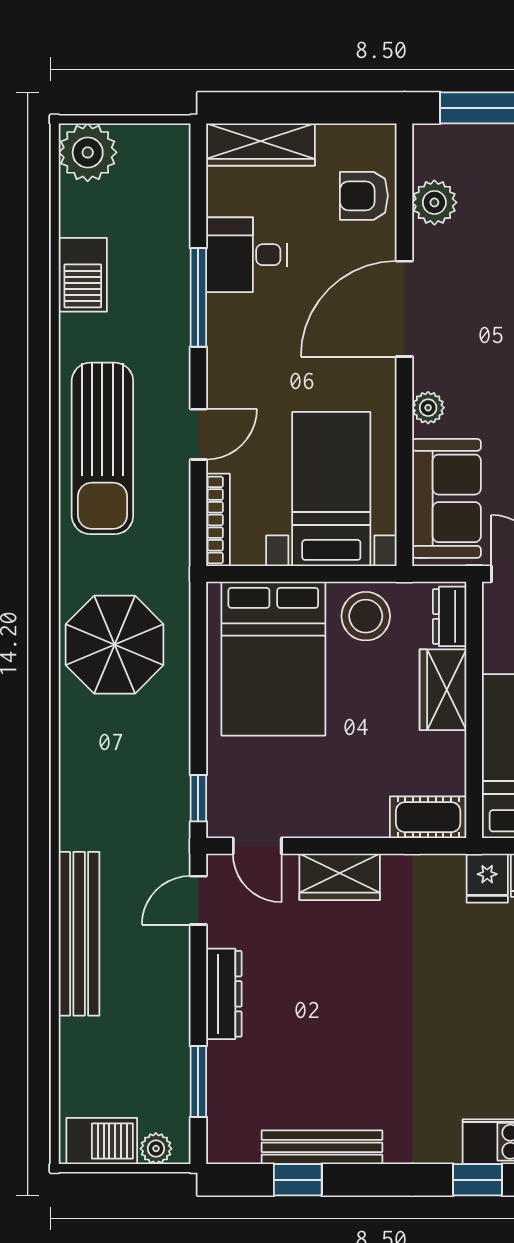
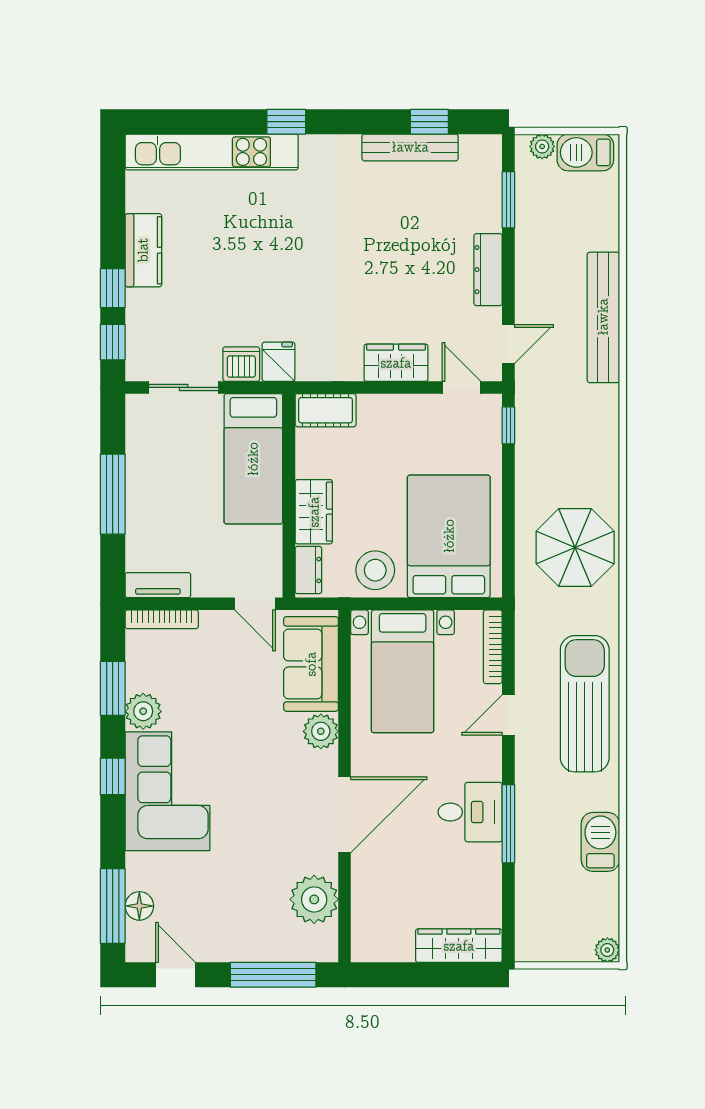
plant: (88, 152) -> (607, 950), width x0.53, depth x0.53
armchair: (364, 196) -> (377, 905), removed
plant: (434, 202) -> (314, 899), width x1.36, depth x1.36
desk: (247, 255) -> (470, 812), moved
plant: (428, 408) -> (321, 731), width x1.38, depth x1.38

